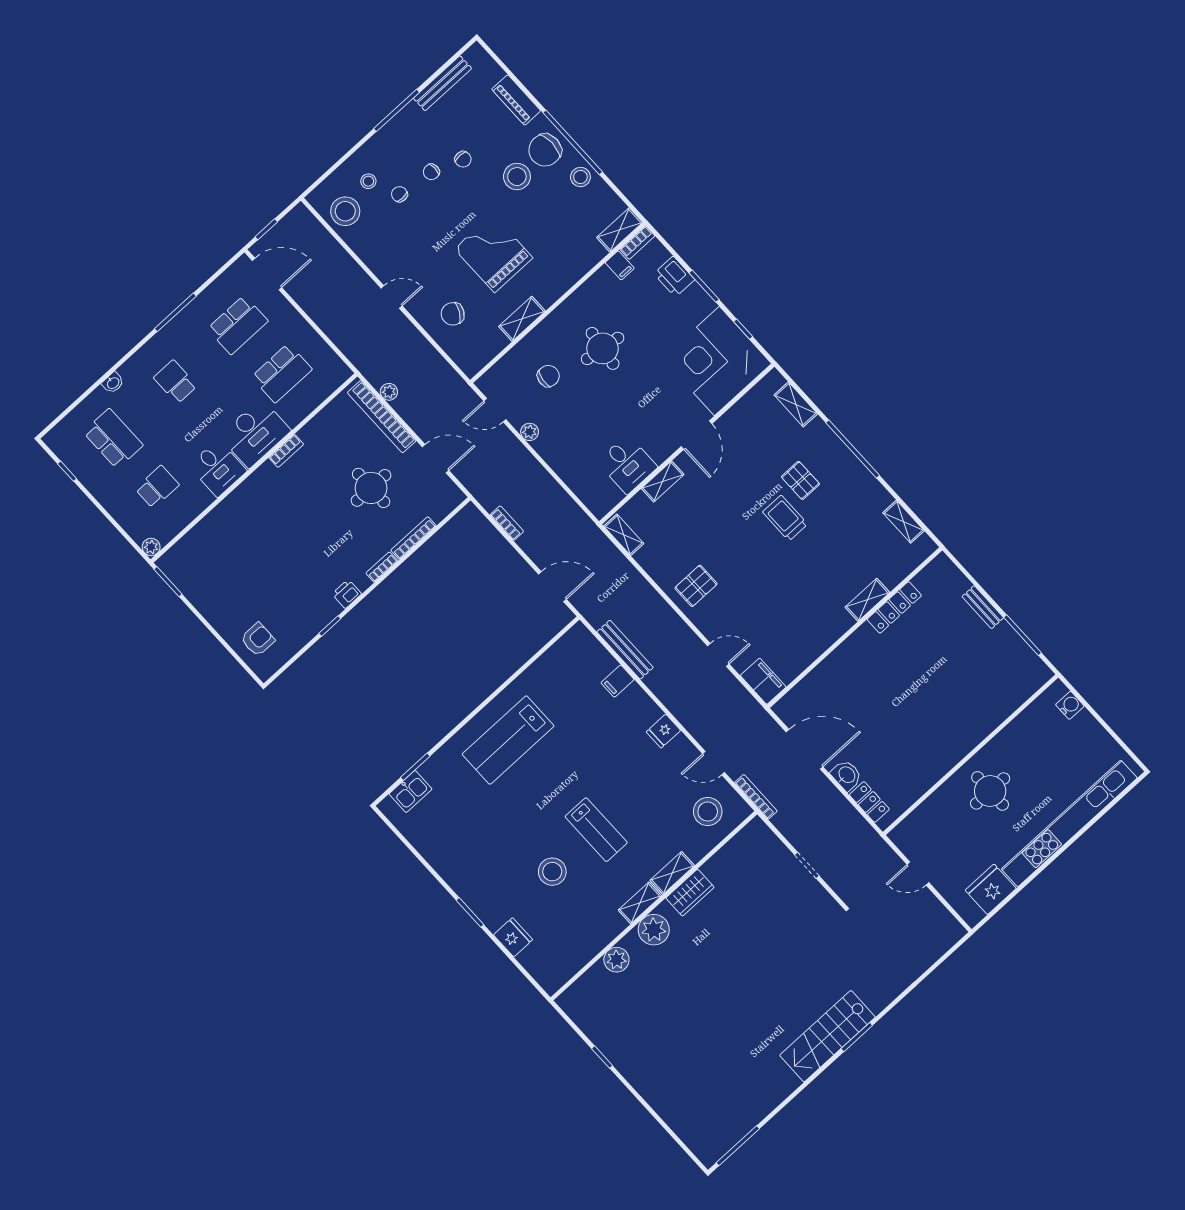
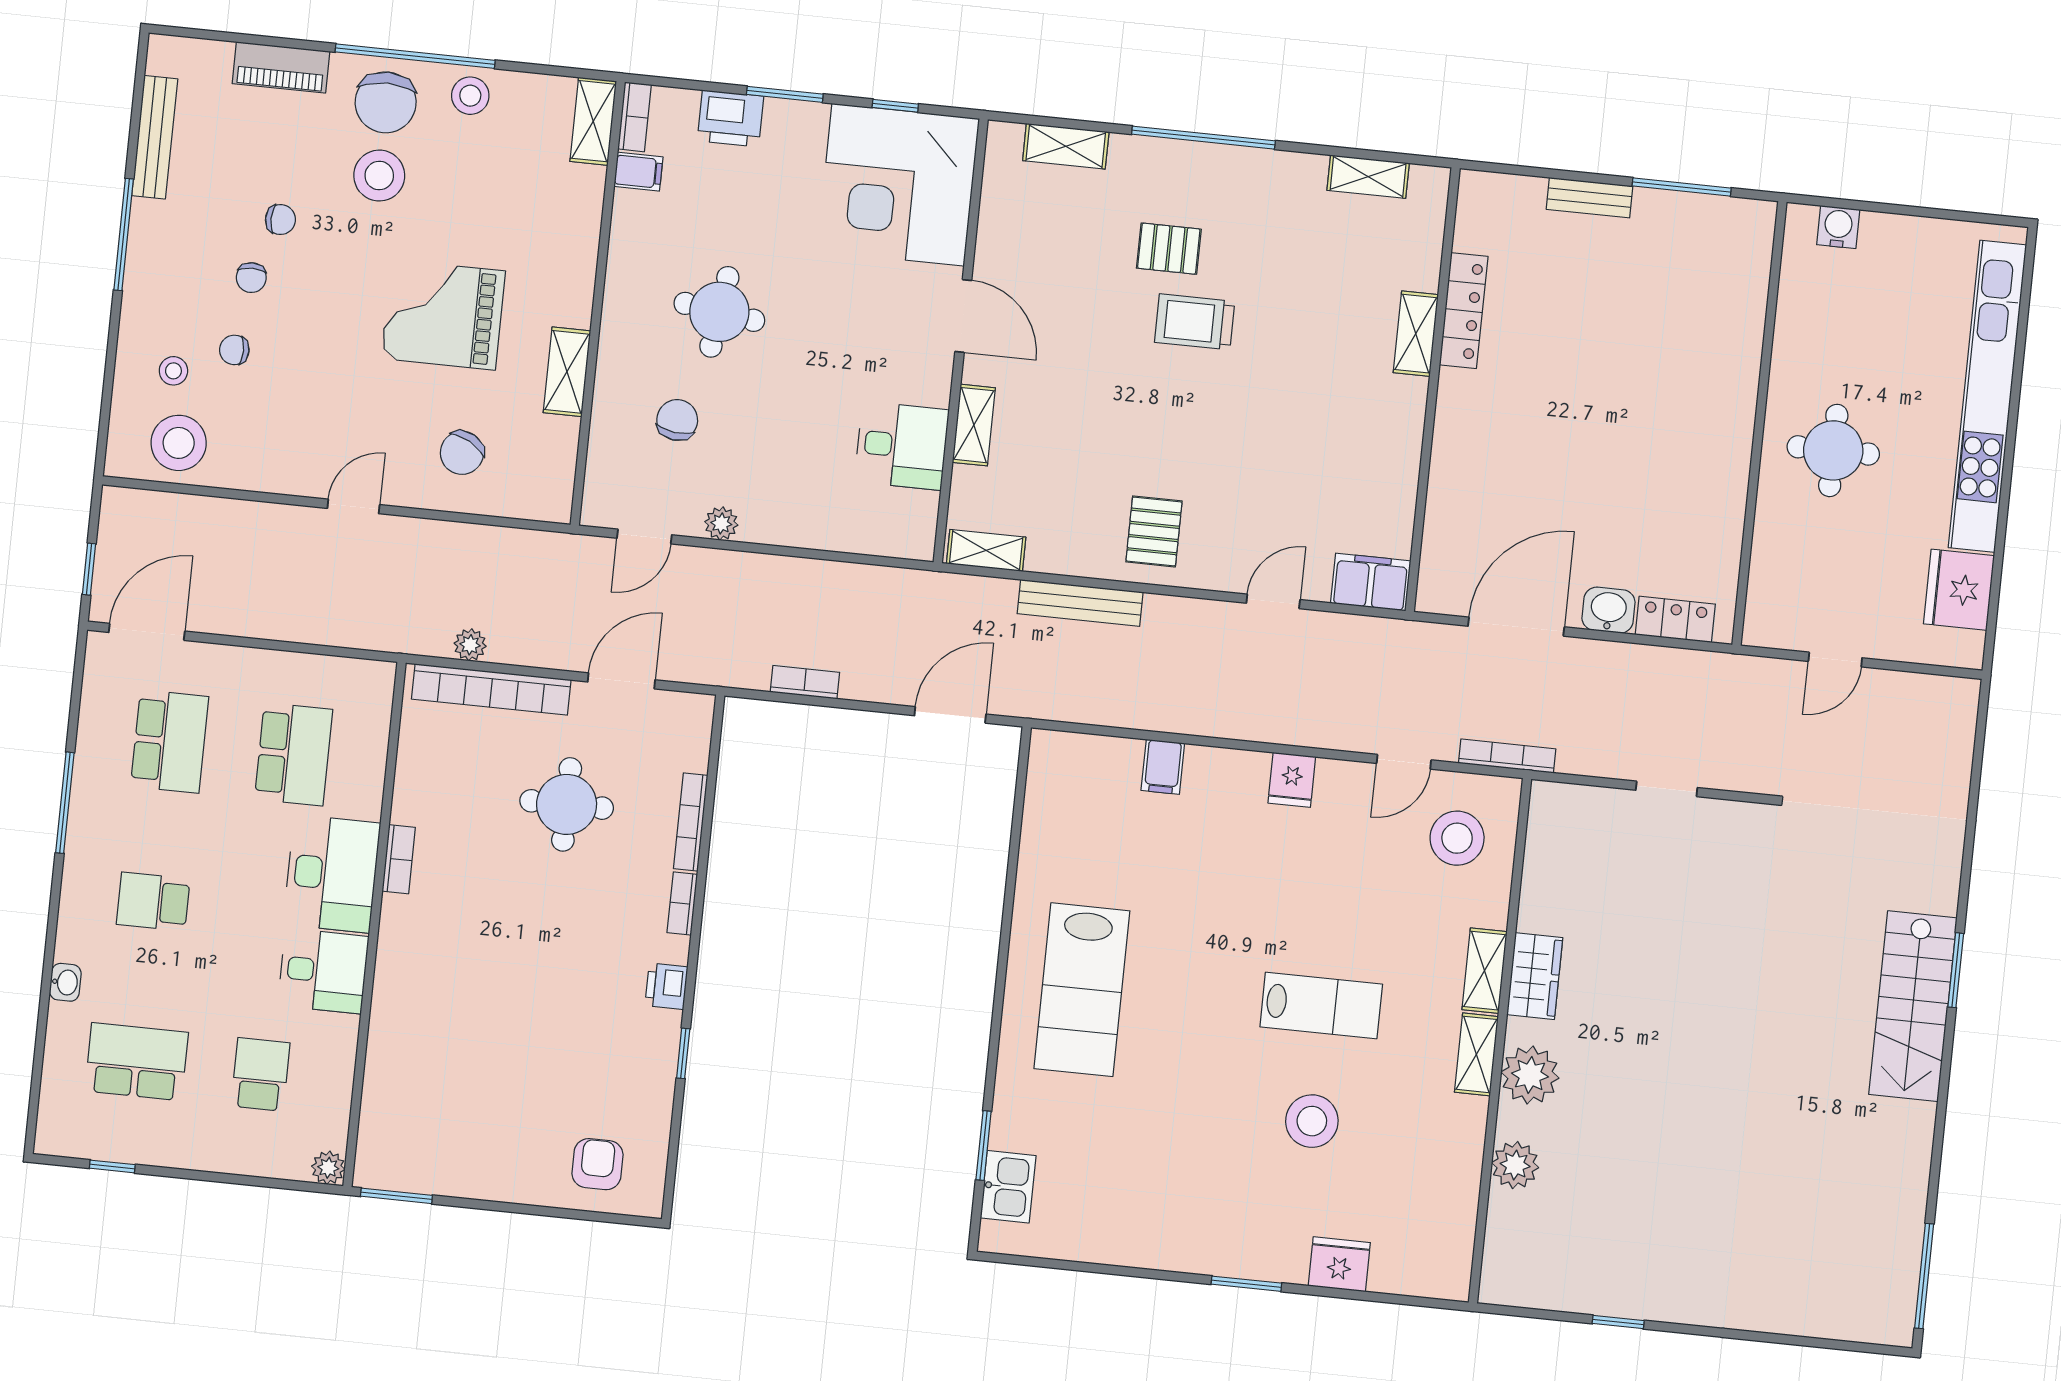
bench: (625, 650) -> (1080, 603), moved

